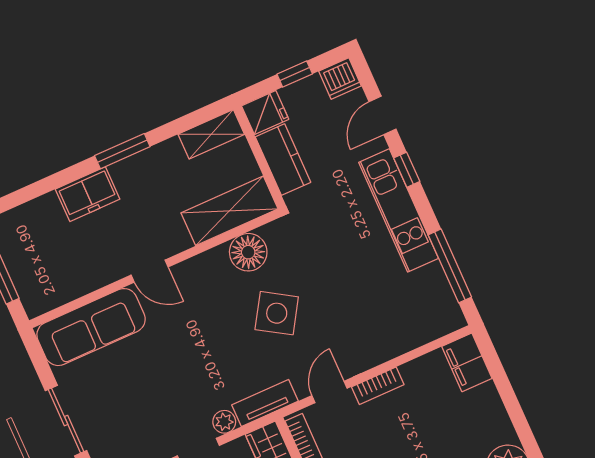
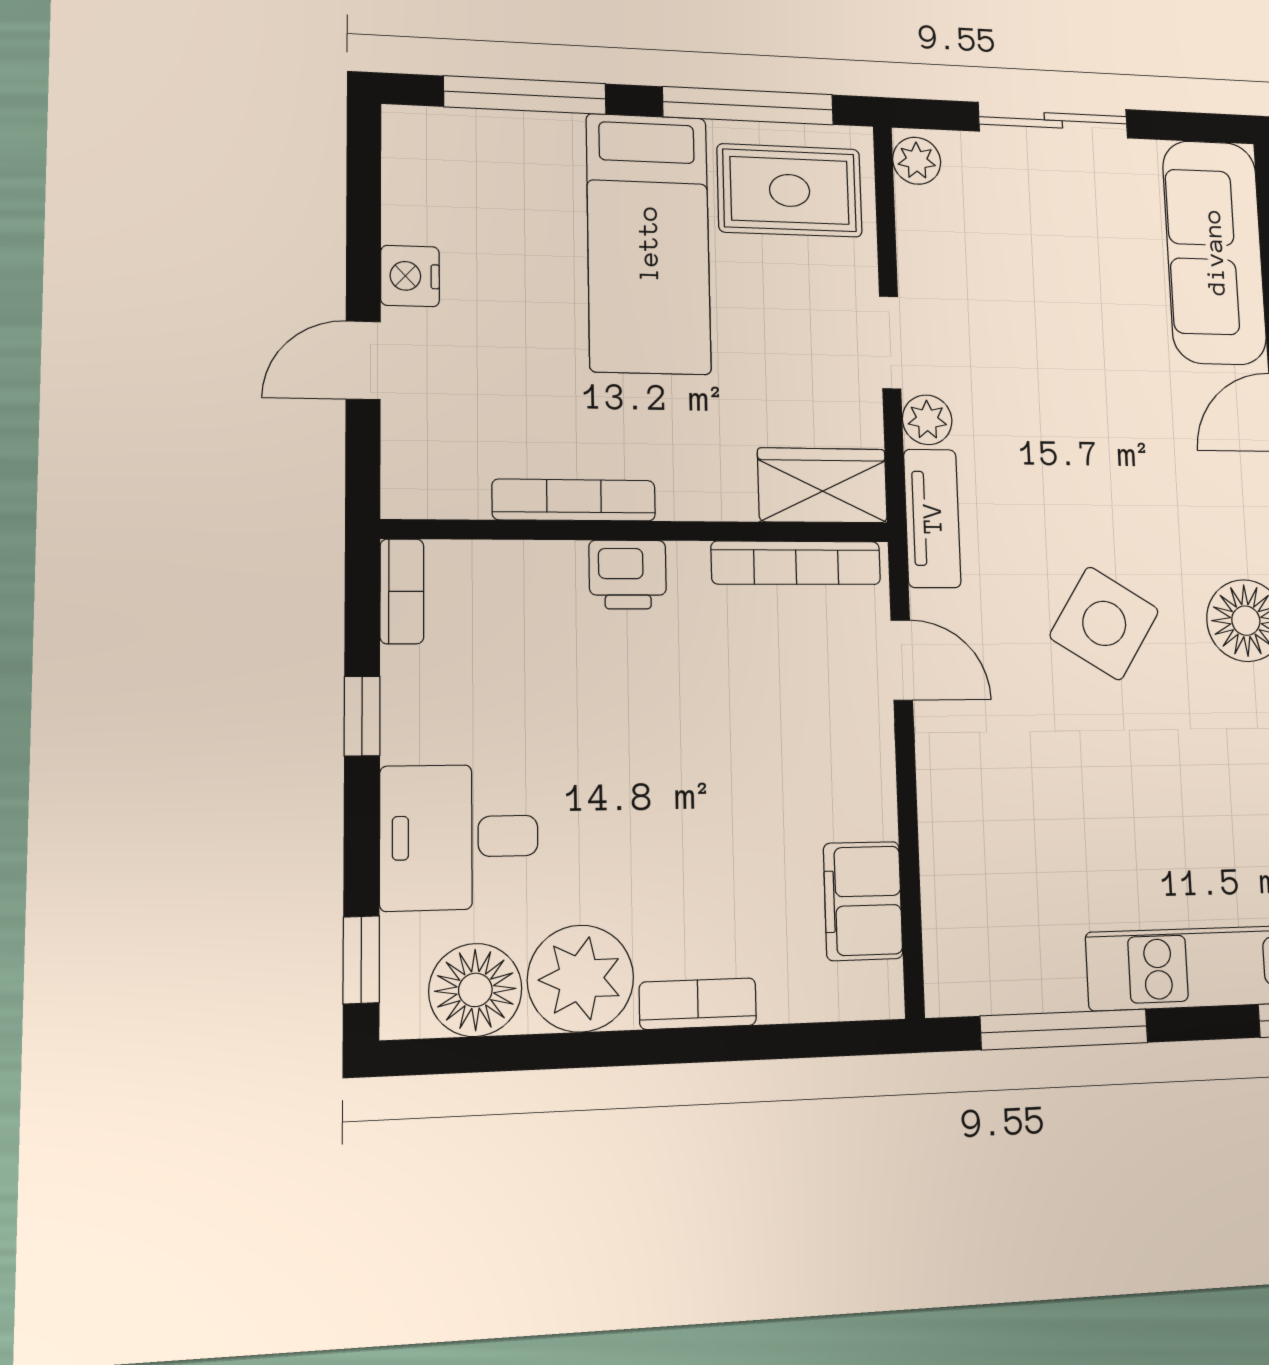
filing cabinet: (467, 362) -> (863, 901), moved, turned -90
bookcase: (378, 386) -> (698, 1004), moved, turned 90

